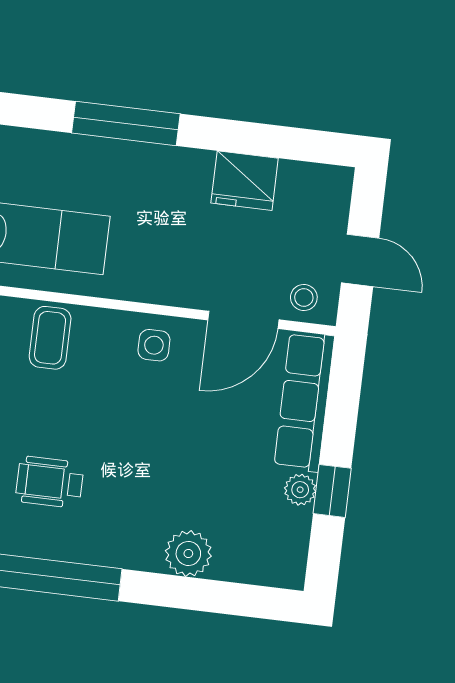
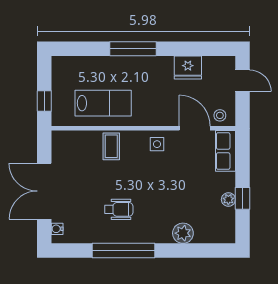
door: (360, 260) -> (242, 81), moved
door: (243, 320) -> (195, 128), swing flipped
row of seats: (304, 402) -> (226, 151), width x0.68
wheelchair: (50, 482) -> (119, 209), turned 180

